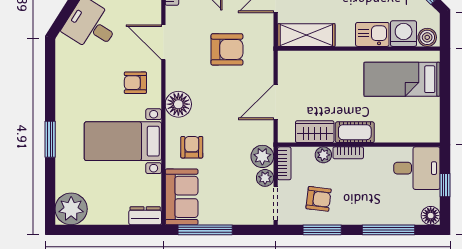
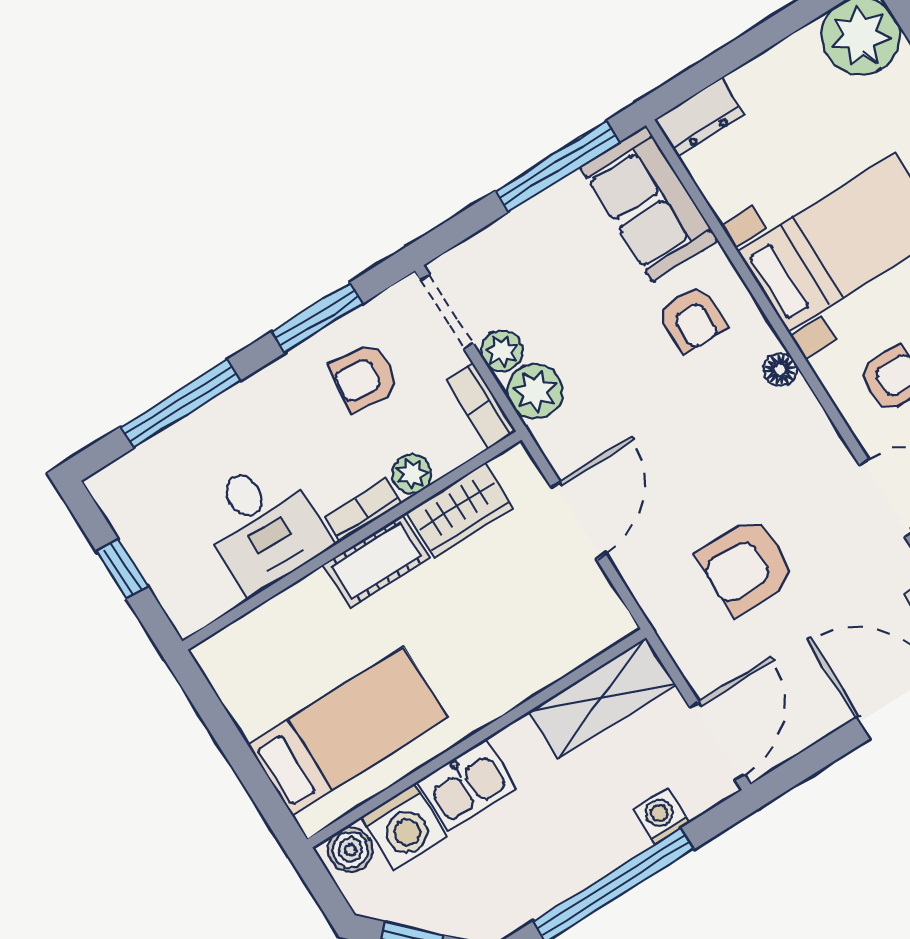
floor lamp: (178, 104) -> (780, 370), width x0.53, depth x0.53
desk: (417, 168) -> (263, 525), moved, turned -90
floor lamp: (431, 216) -> (112, 488), removed

